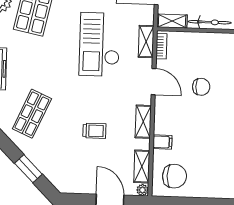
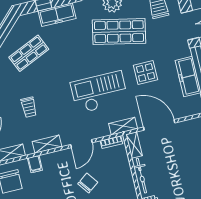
shelving: (146, 42) -> (123, 126), moved
chair: (201, 87) -> (88, 183), turned -127
shop shelf: (32, 114) -> (29, 53), turned -48

